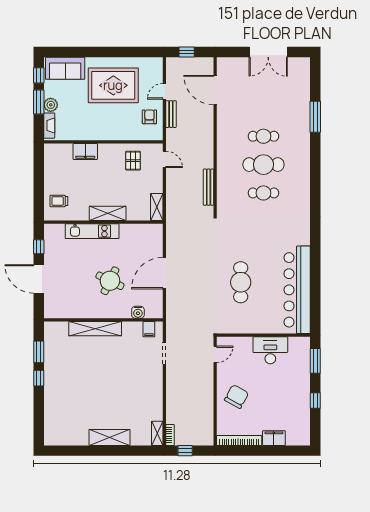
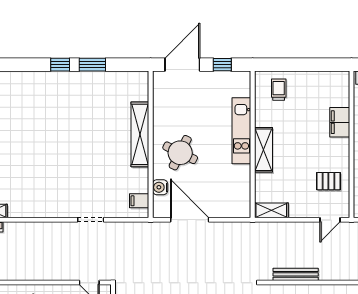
water cooler: (138, 312) -> (160, 187), moved
wall: (103, 320) -> (151, 144), moved
shelving: (95, 329) -> (140, 134), moved
filing cabinet: (149, 329) -> (139, 201), moved

